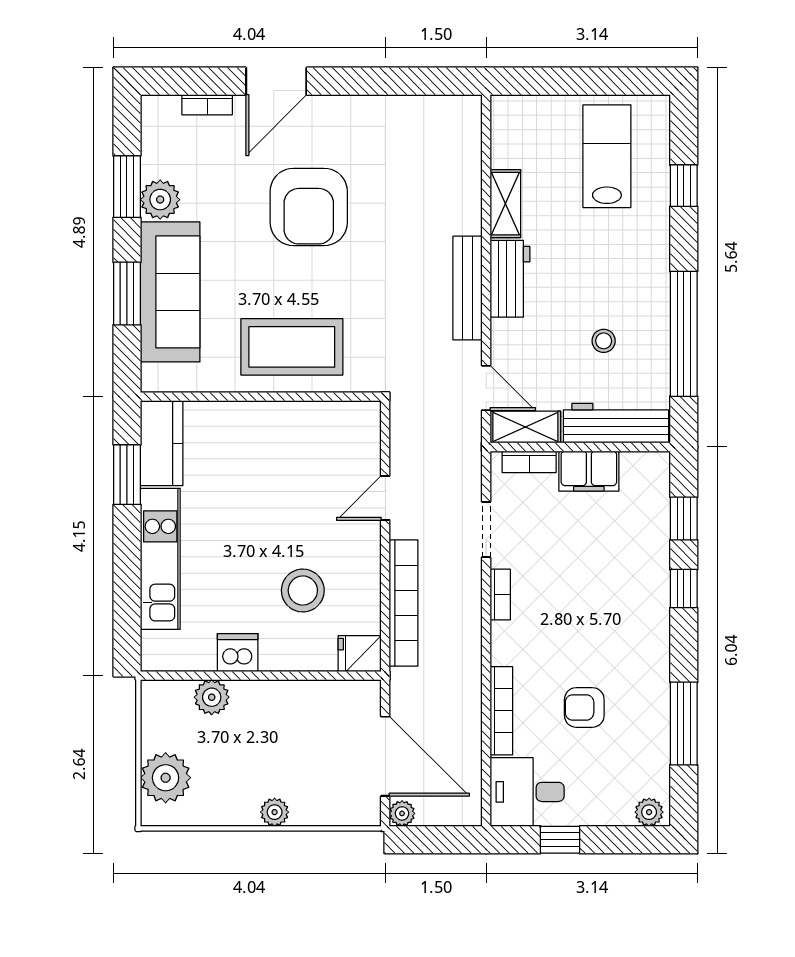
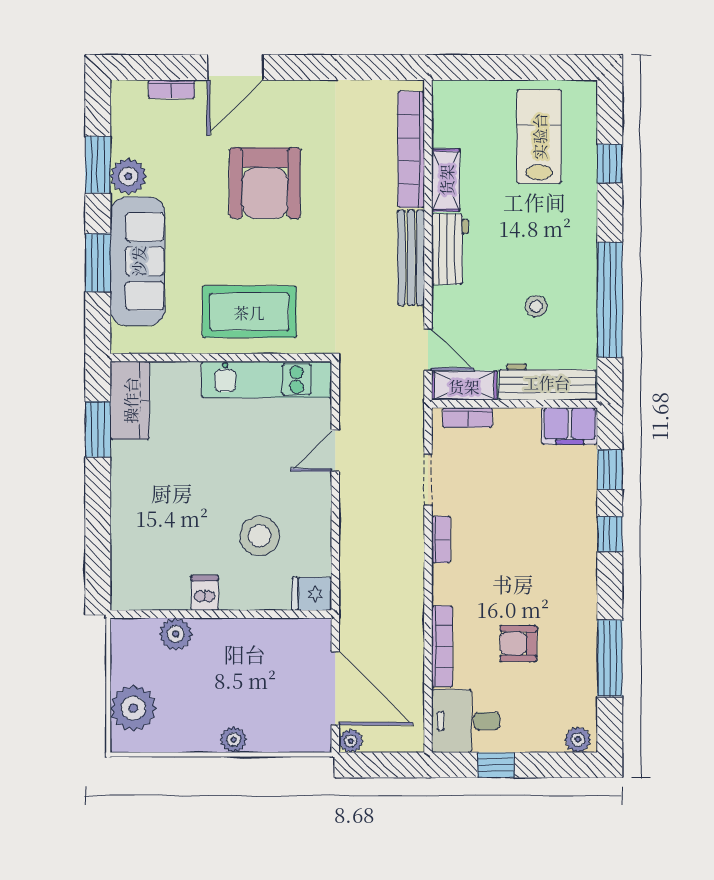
filing cabinet: (589, 471) -> (570, 426), moved
kitchen unit: (160, 559) -> (267, 379), moved, turned 90
bookcase: (404, 603) -> (411, 149), moved, turned 180
dishwasher: (238, 653) -> (205, 593), width x0.73

